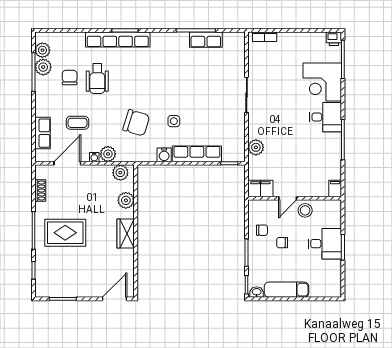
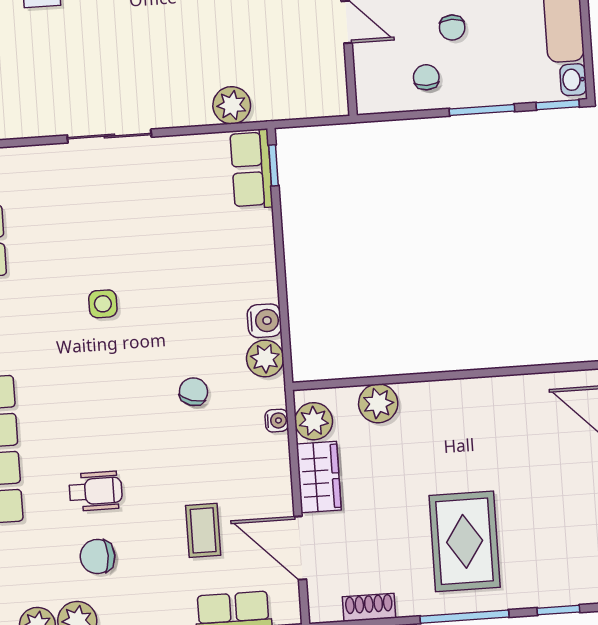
wheelchair: (97, 79) -> (96, 491), width x0.73, depth x0.73
side table: (174, 121) -> (103, 304), moved
chair: (136, 123) -> (193, 392), width x0.54, depth x0.54
plant: (108, 154) -> (265, 358), moved
row of seats: (197, 154) -> (251, 169), moved, width x0.68
water cooler: (94, 157) -> (277, 421), moved
filing cabinet: (260, 189) -> (328, 88), removed
wardrobe: (126, 234) -> (319, 477), moved, turned -90

